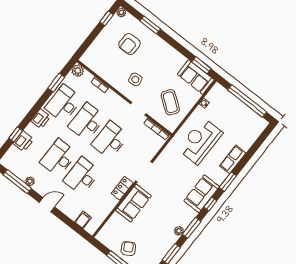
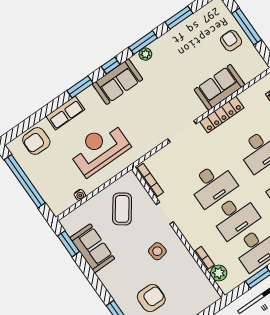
plant: (78, 71) -> (219, 273), moved
sofa: (196, 77) -> (92, 248), moved
armchair: (248, 133) -> (36, 141), added
reception desk: (200, 141) -> (99, 149), turned 180
locker: (122, 188) -> (222, 115), width x1.53
sofa: (133, 203) -> (220, 87), moved
plant: (179, 231) -> (145, 54), moved
armchair: (128, 249) -> (231, 41), turned 120

